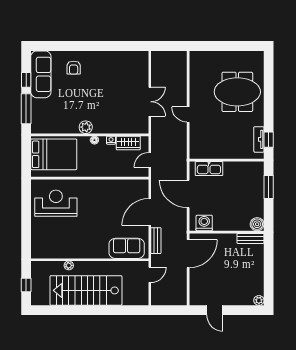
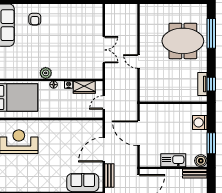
window: (269, 83) -> (211, 33), added
kitchen sink: (209, 168) -> (173, 160), moved, turned 180
window: (269, 187) -> (211, 143), moved
washing machine: (204, 223) -> (200, 123), moved, turned -90

